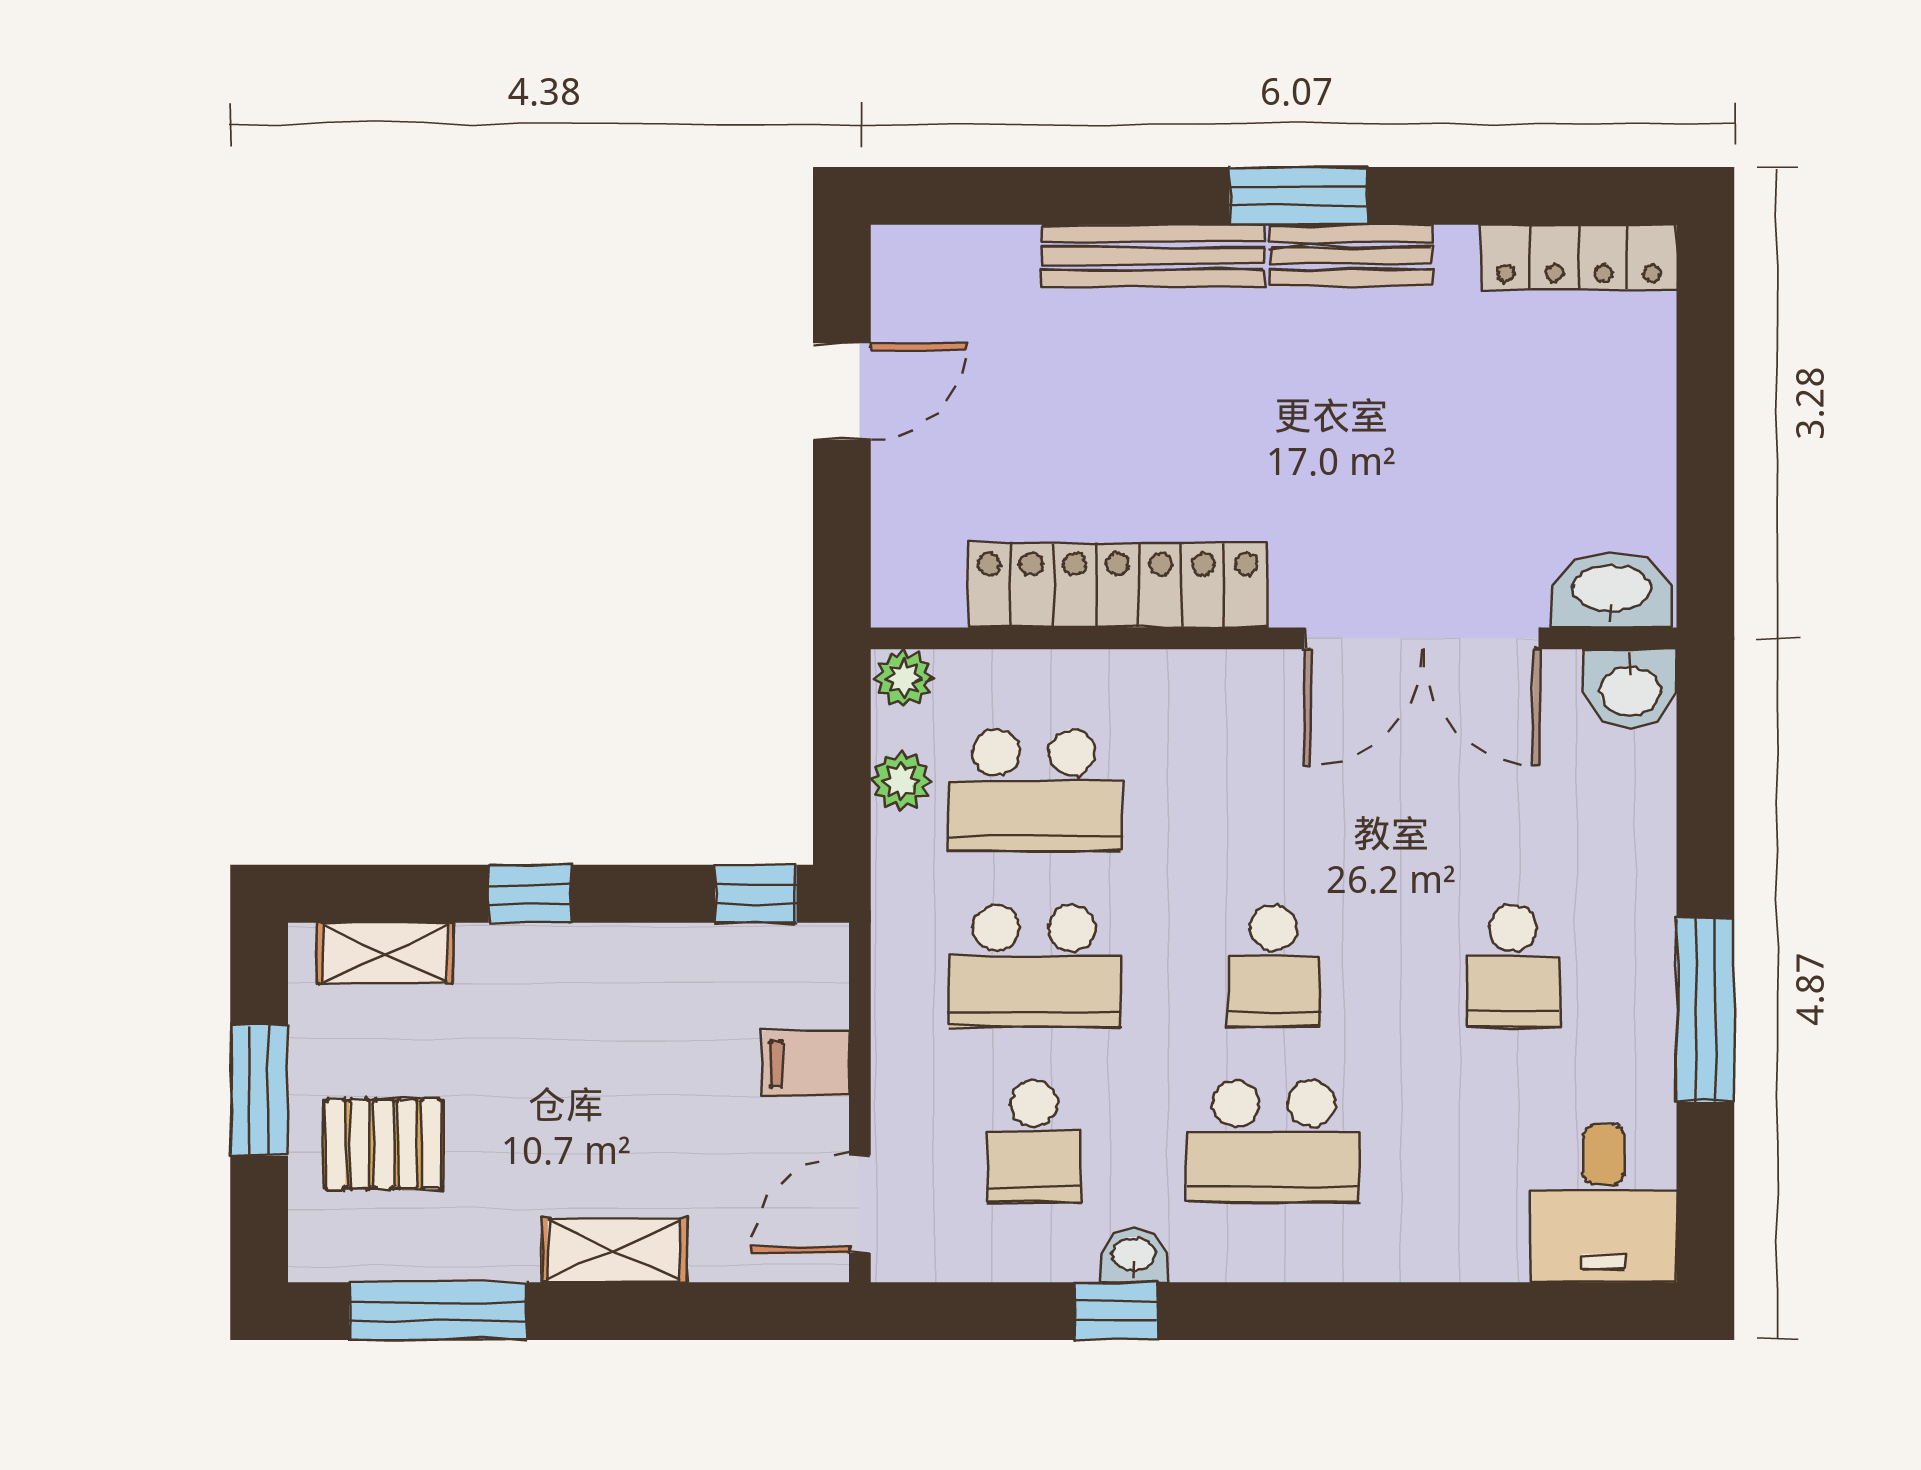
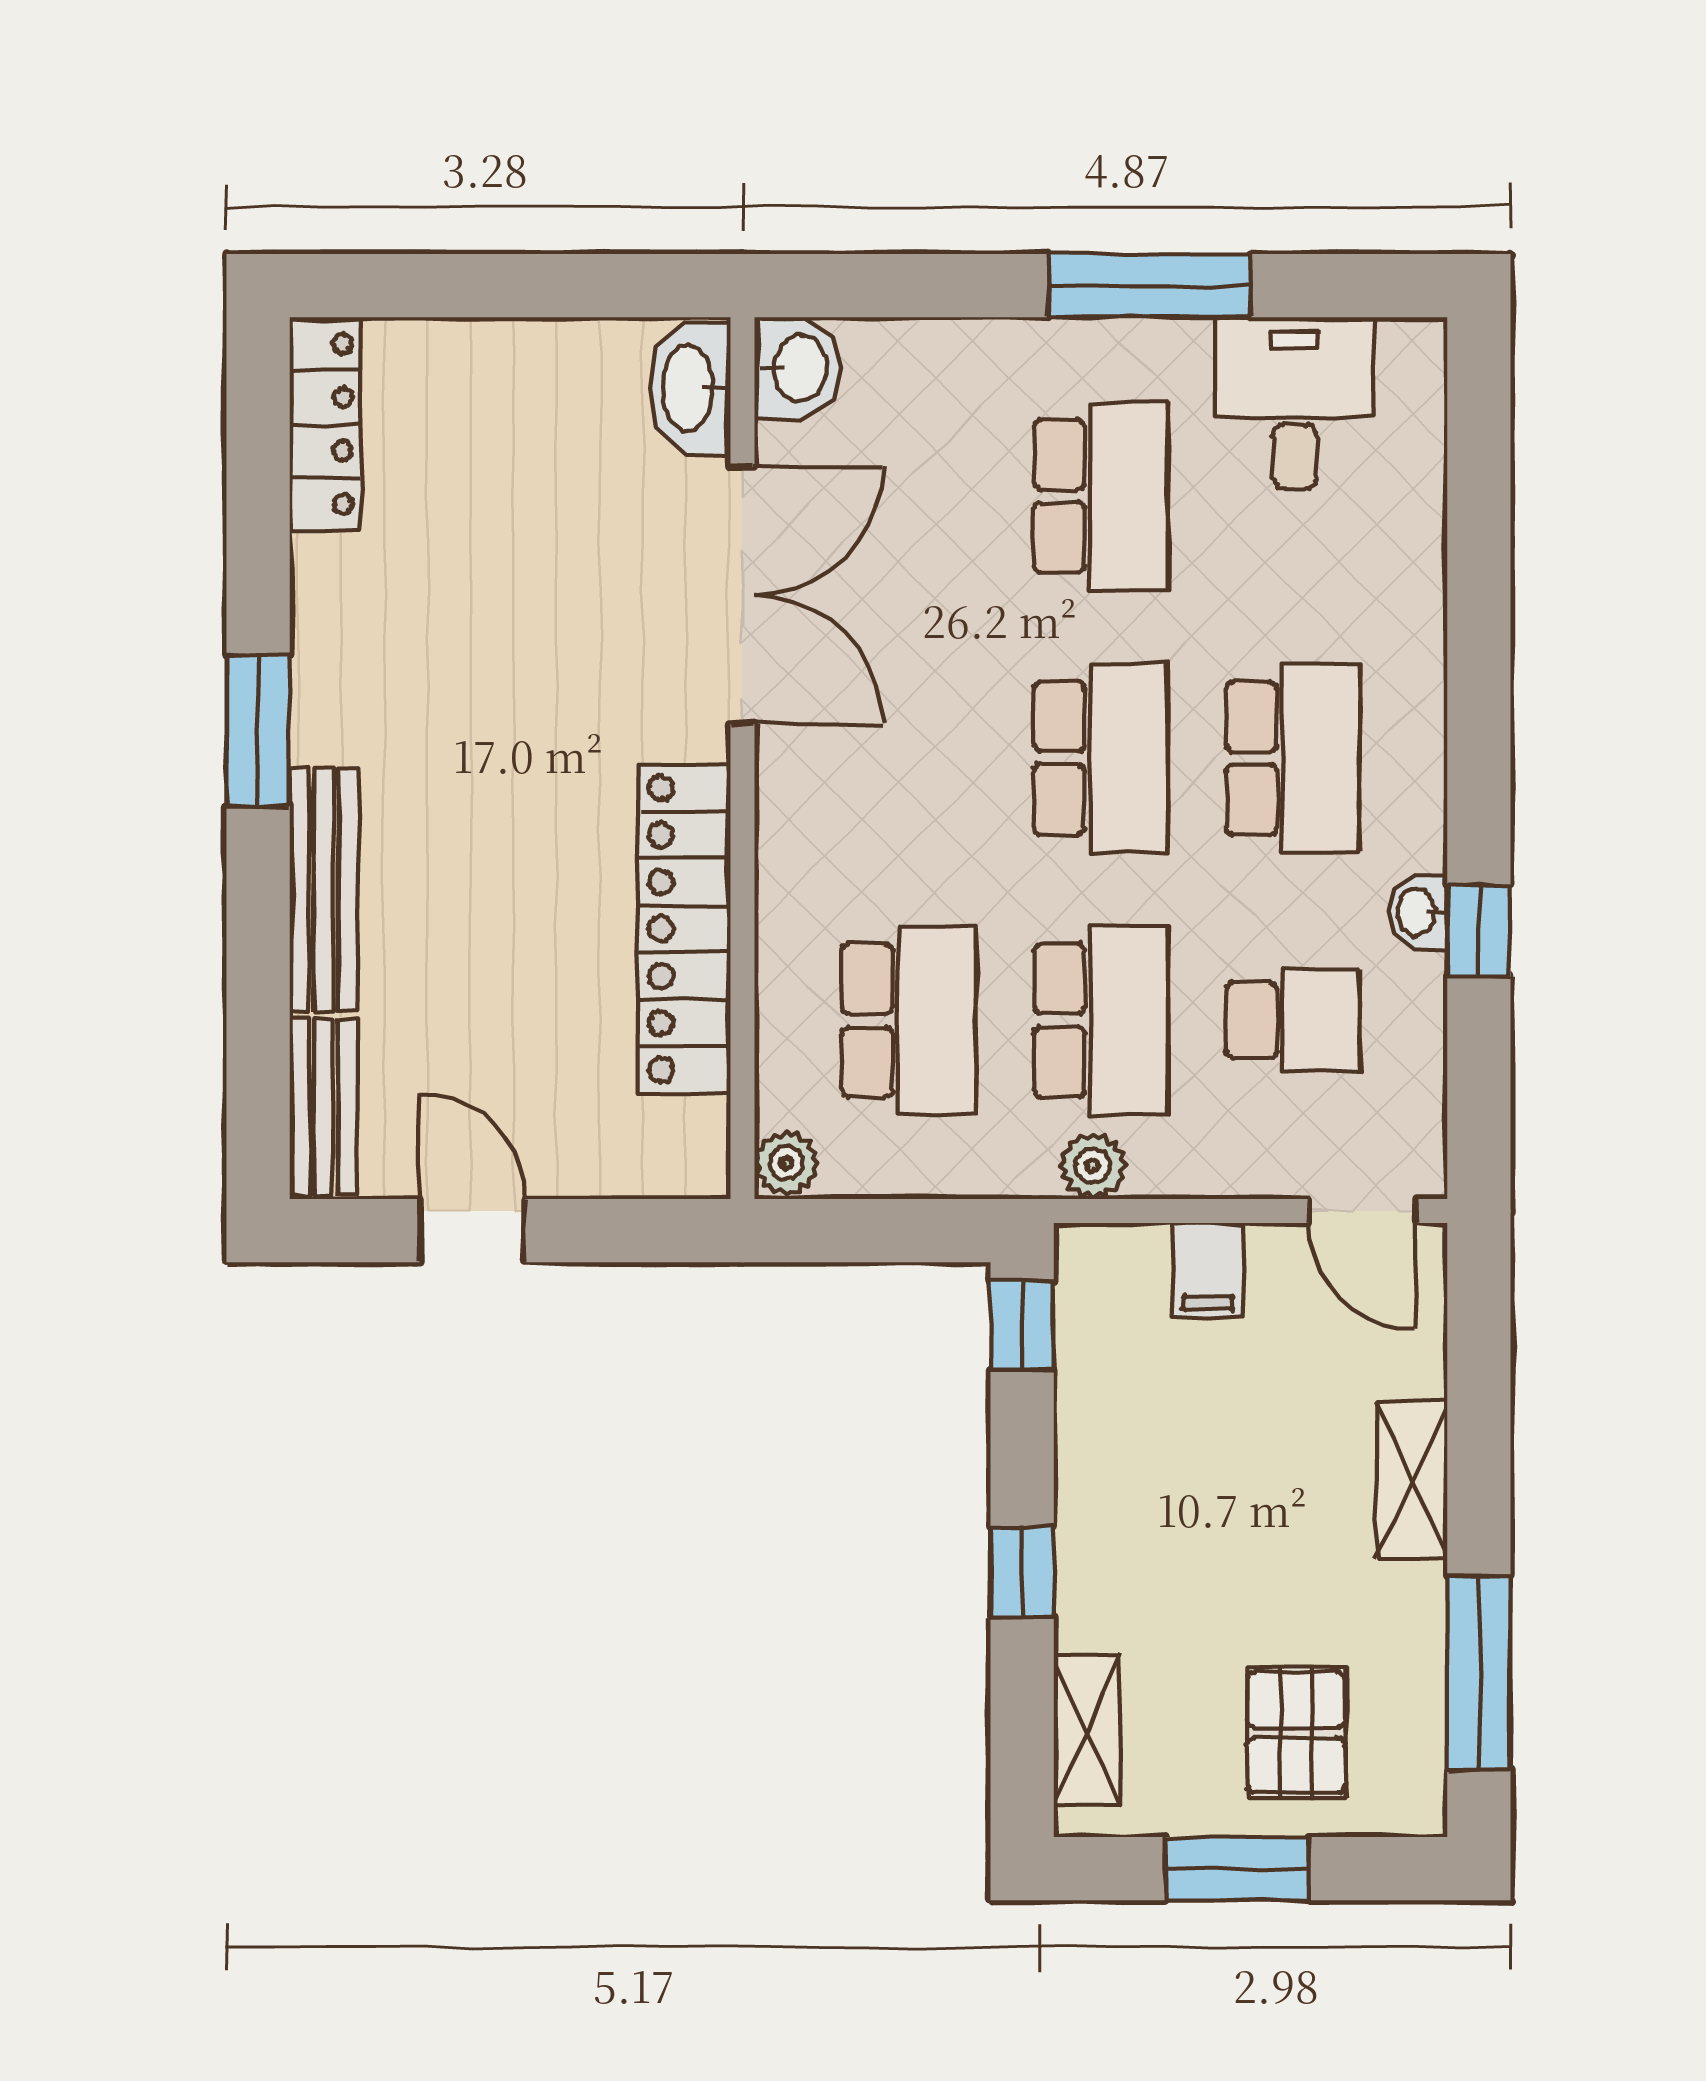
bench: (1351, 256) -> (323, 1106), moved
plant: (901, 781) -> (1093, 1166), moved
school desk: (1274, 966) -> (1101, 758), width x1.85
school desk: (1513, 966) -> (1101, 496), width x1.85
desk: (1604, 1204) -> (1295, 403), moved, turned -90

